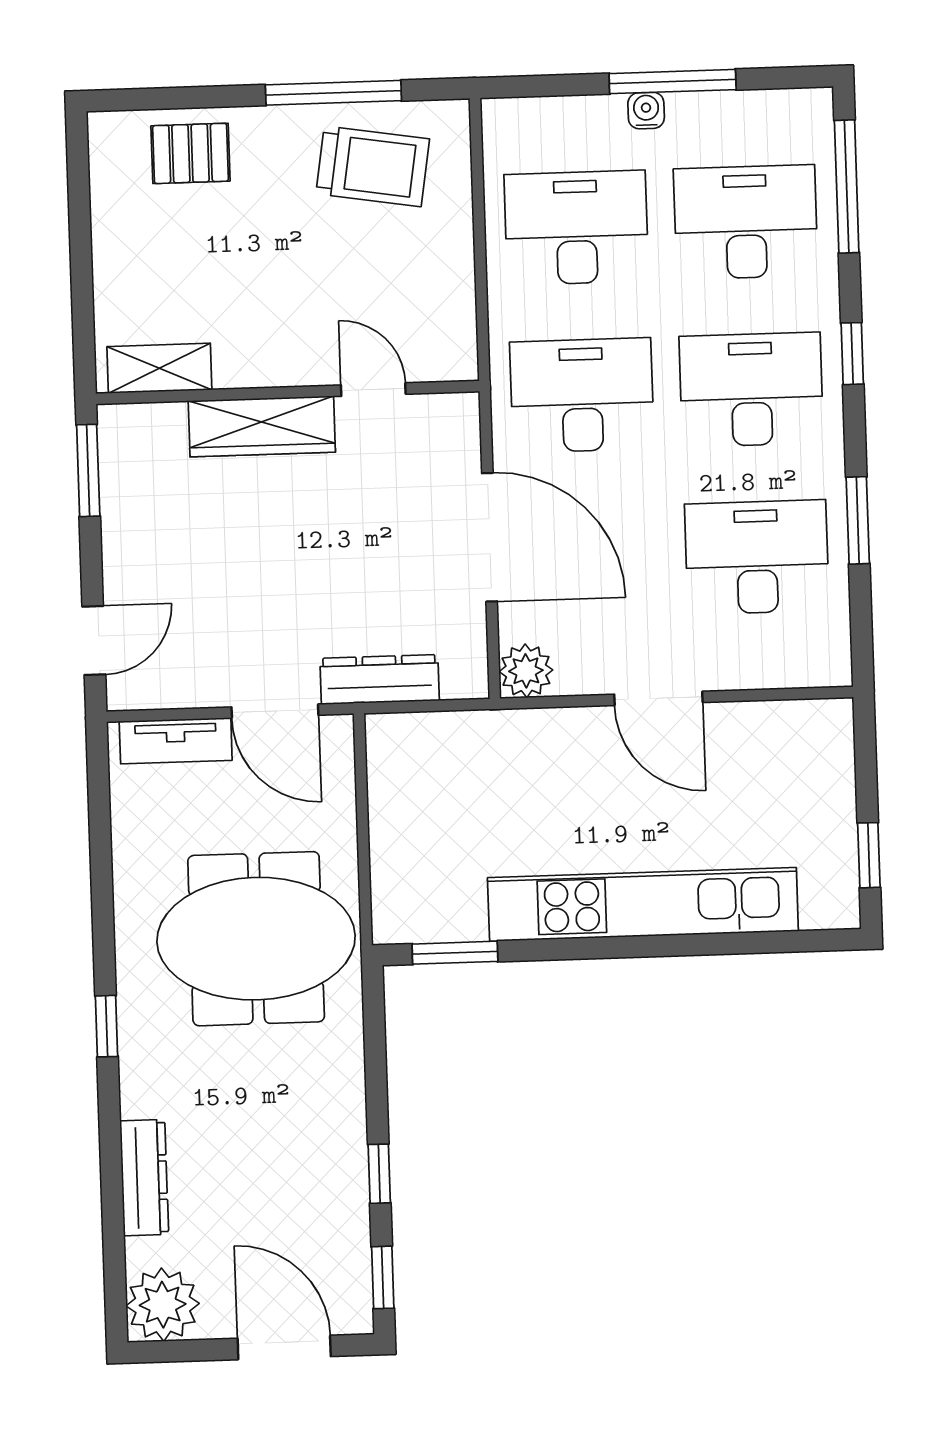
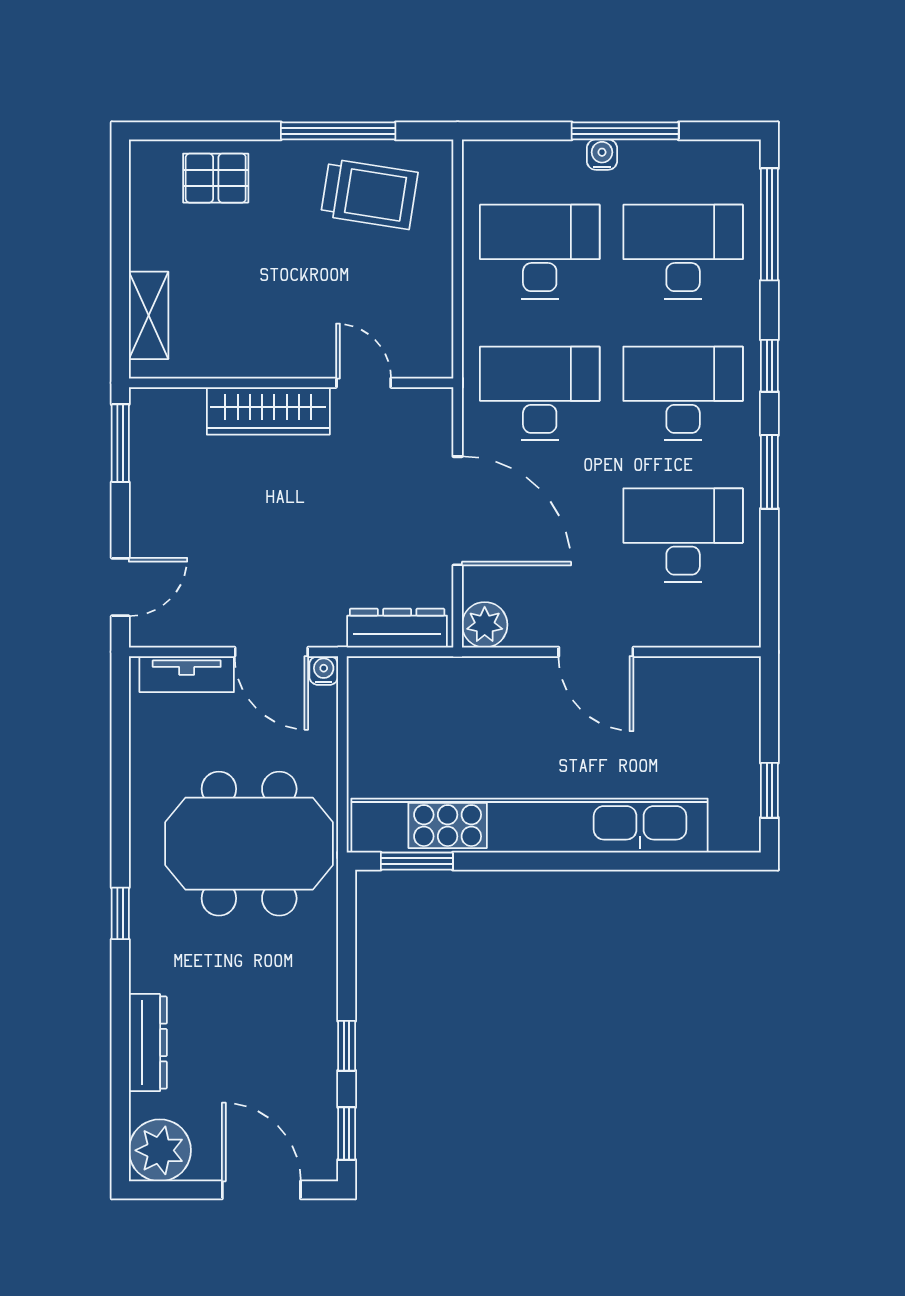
shelving: (159, 368) -> (149, 315), moved, turned 90
window: (858, 520) -> (769, 472), moved
dresser: (380, 680) -> (397, 628), moved
water cooler: (337, 731) -> (324, 671), added
kitchen unit: (643, 904) -> (530, 826), width x1.36

